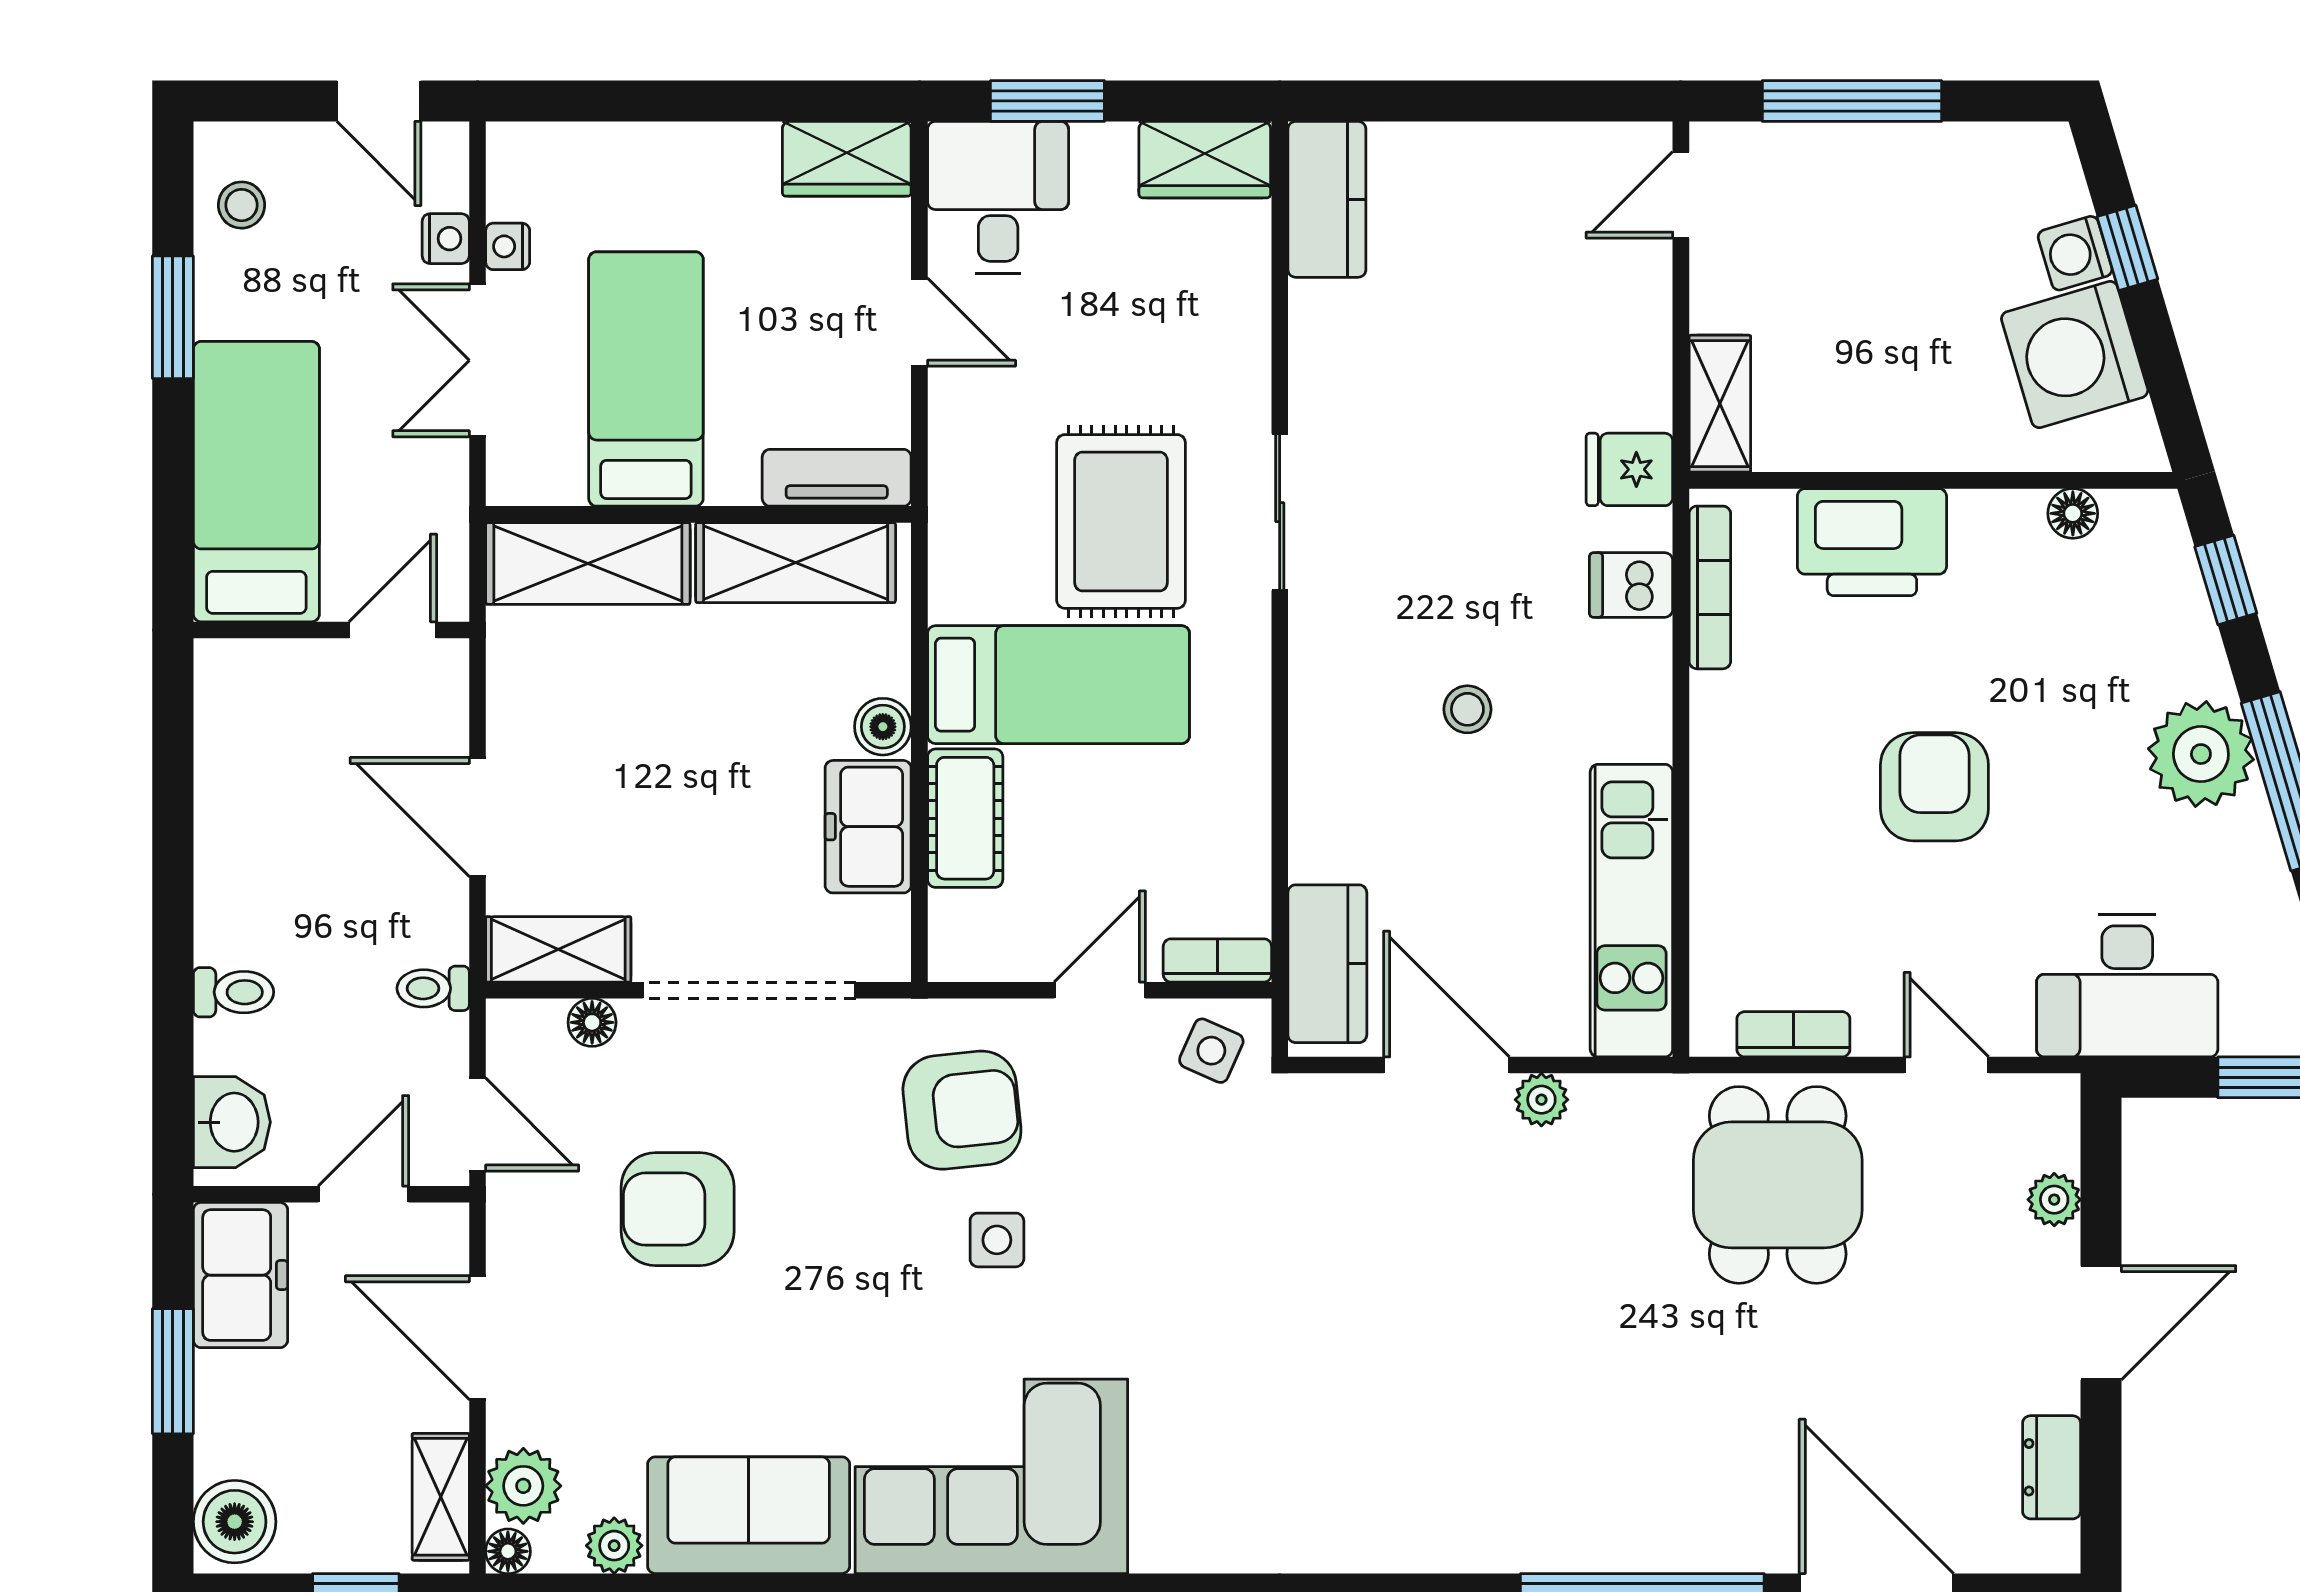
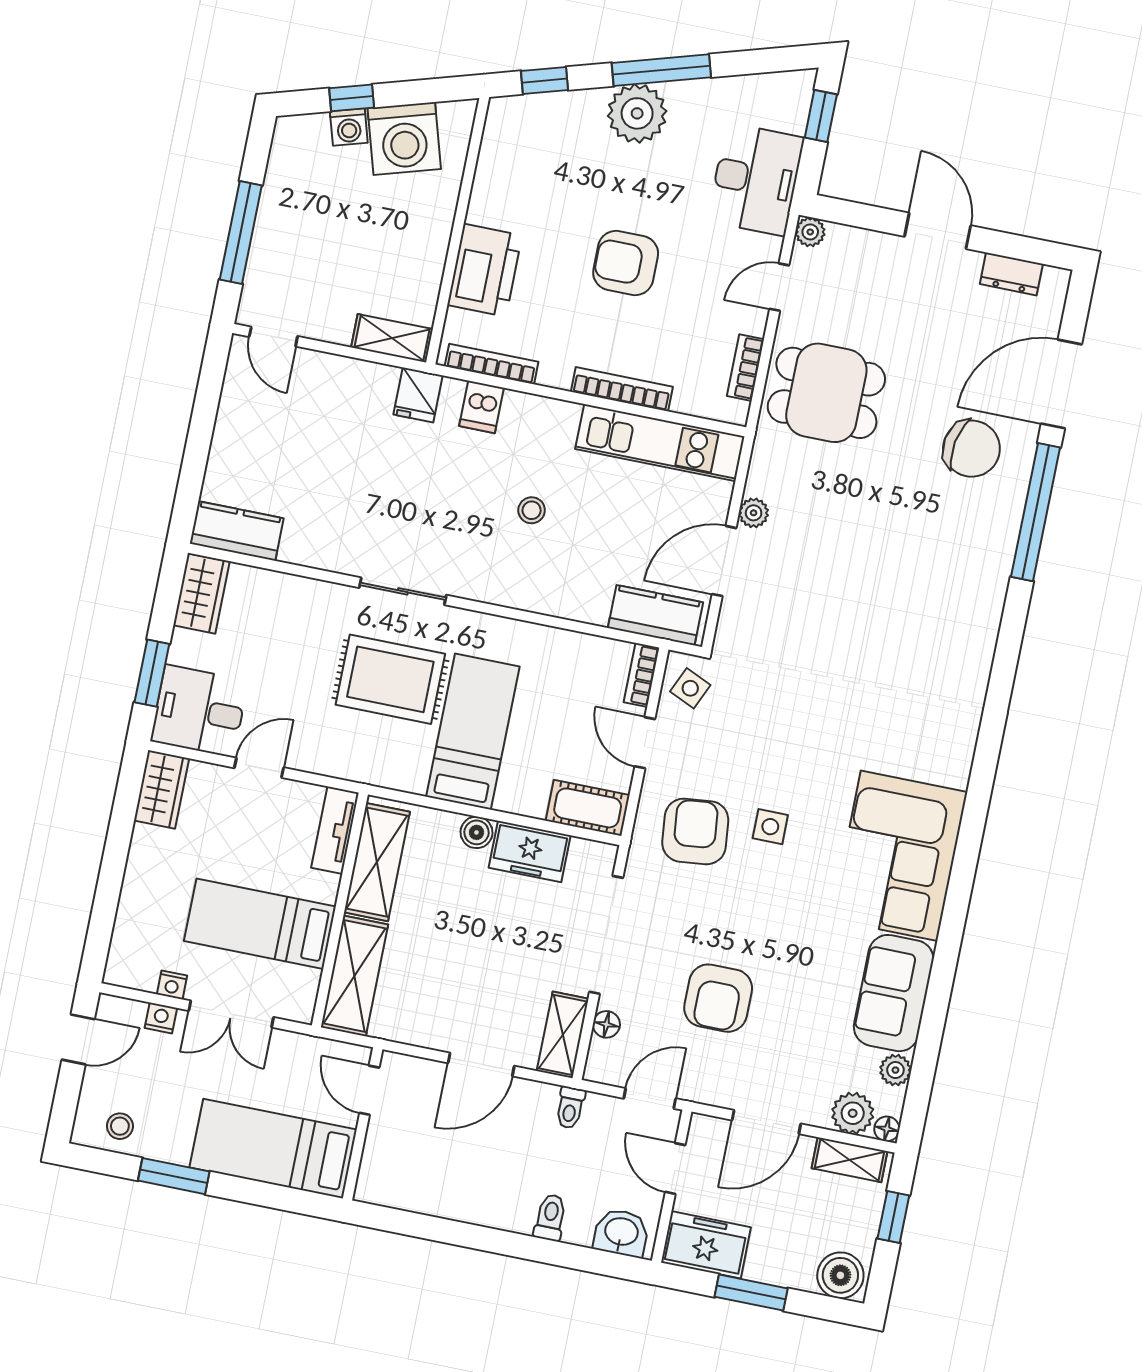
floor lamp: (2073, 513) -> (491, 157), removed
cot: (965, 818) -> (588, 808), moved
bookcase: (1712, 825) -> (622, 389), added
plant: (2054, 1200) -> (810, 232), moved
chair: (1731, 1459) -> (971, 449), added

